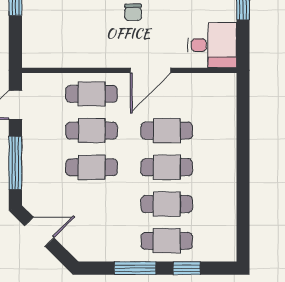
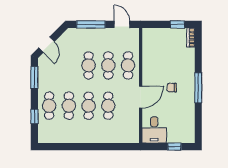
door: (151, 70) -> (141, 97), swing flipped
door: (39, 232) -> (47, 45), moved
window: (135, 268) -> (34, 78), moved

